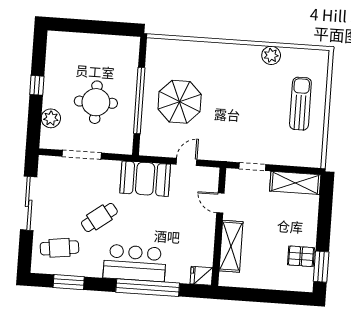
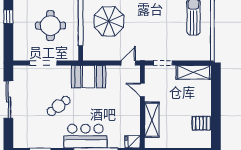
plant: (51, 118) -> (20, 39), removed
door: (187, 162) -> (128, 63), moved
cafe table: (60, 248) -> (32, 129), removed
window: (321, 267) -> (216, 130), removed

